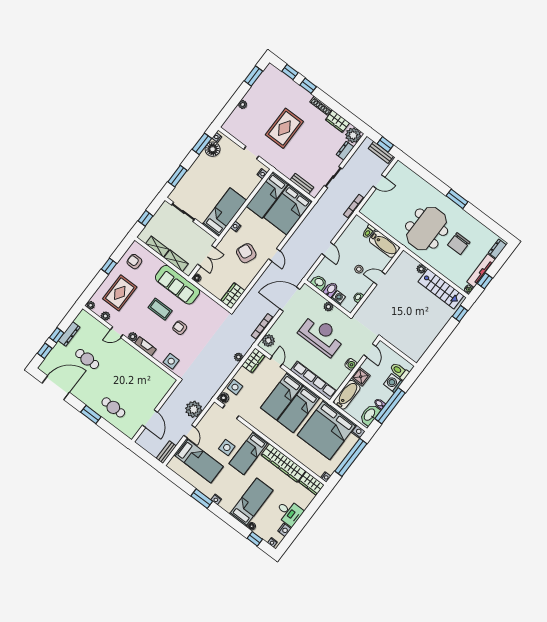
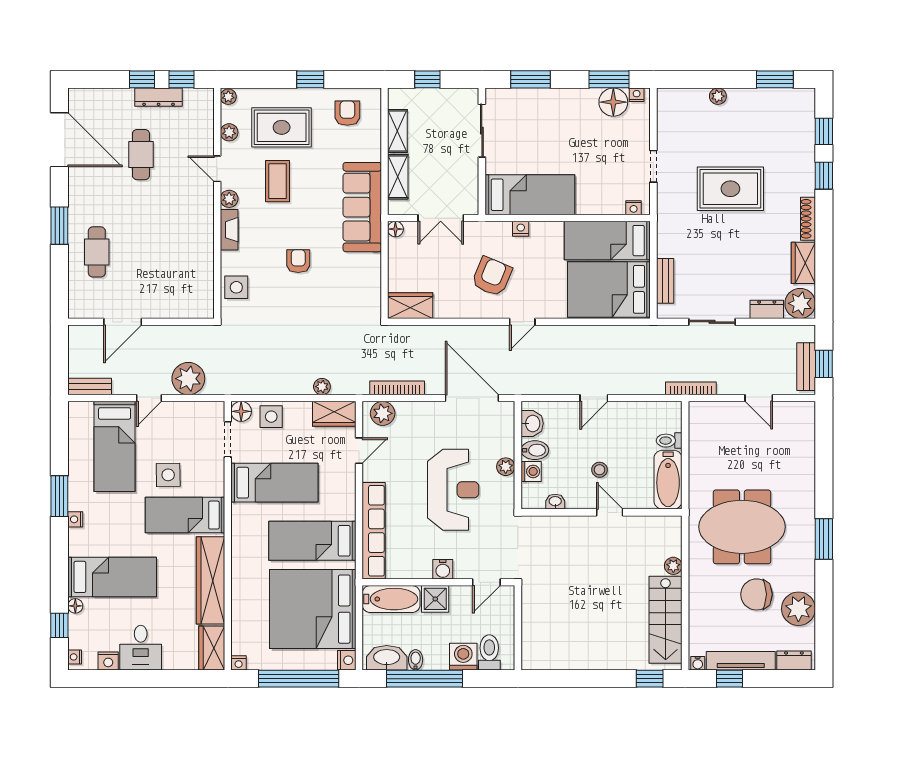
plant: (478, 231) -> (798, 609), added
coffee table: (160, 309) -> (277, 181), moved
window: (45, 351) -> (182, 79), moved
bed: (282, 396) -> (274, 483), moved, turned 180

